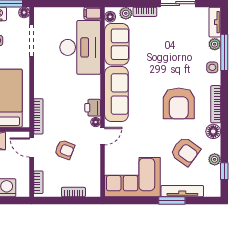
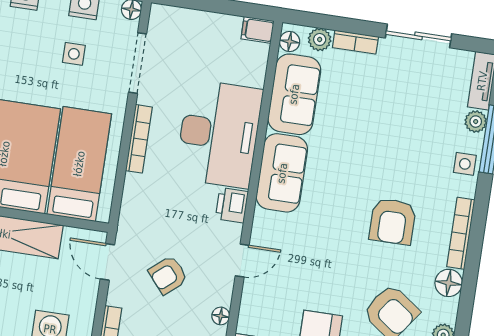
desk: (80, 47) -> (219, 134), moved
sofa: (116, 94) -> (282, 173), width x0.73
armchair: (179, 103) -> (393, 221), width x0.73, depth x0.73
bookcase: (38, 116) -> (139, 139), moved
floor lamp: (96, 122) -> (221, 316), moved
armchair: (65, 150) -> (168, 275), turned 119

